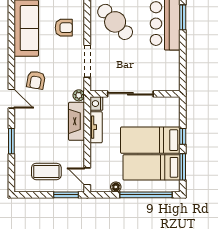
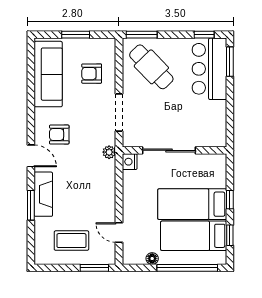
armchair: (64, 28) -> (92, 74), turned 180
armchair: (36, 80) -> (59, 135), turned 80
fireplace: (77, 121) -> (43, 194), moved, turned 180
tv unit: (96, 127) -> (129, 189), removed
window: (183, 167) -> (230, 235), width x0.67
door: (87, 176) -> (119, 233), moved

